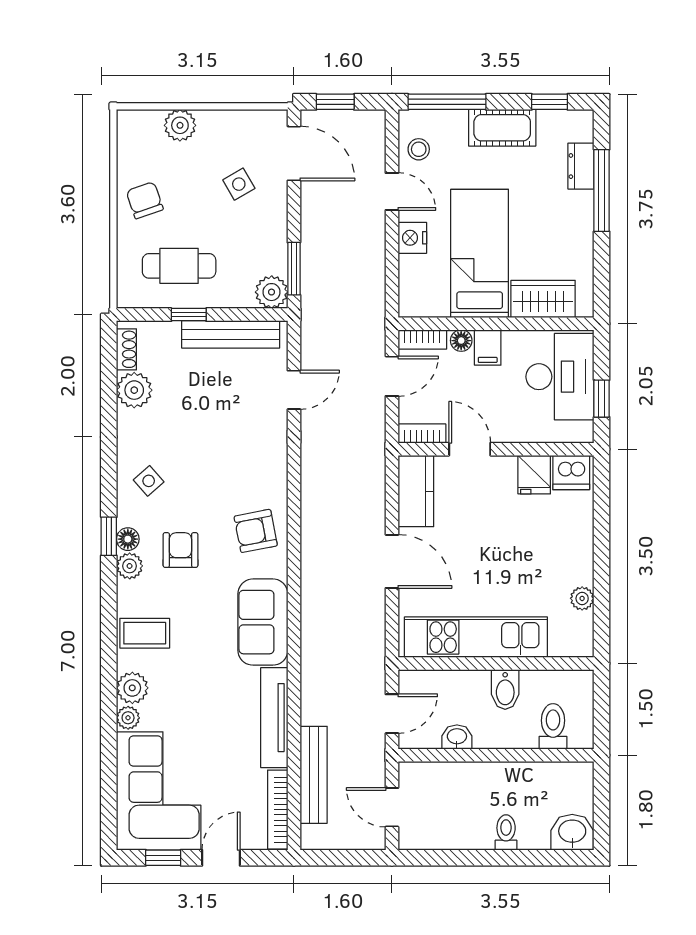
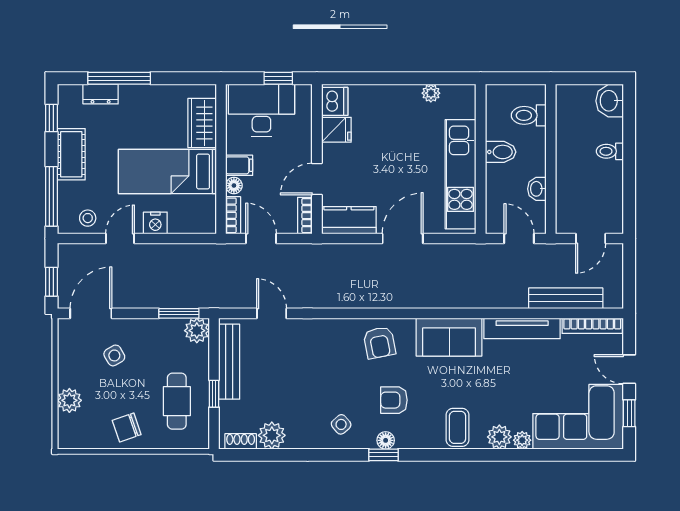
plant: (130, 566) -> (406, 439), removed

